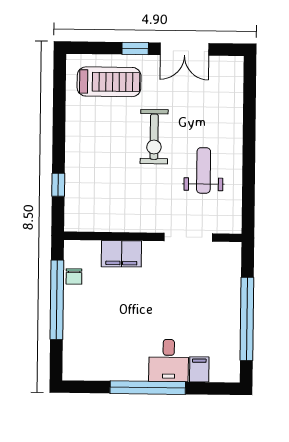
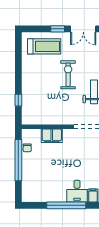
exercise bike: (154, 137) -> (68, 75), turned 180

